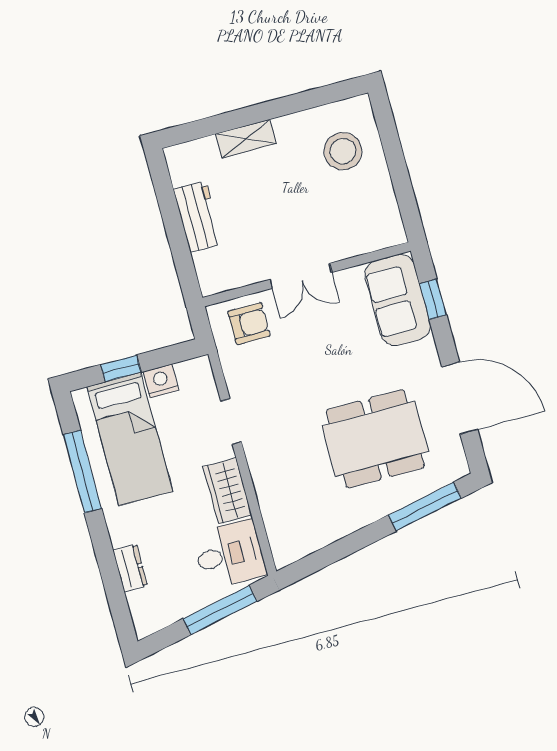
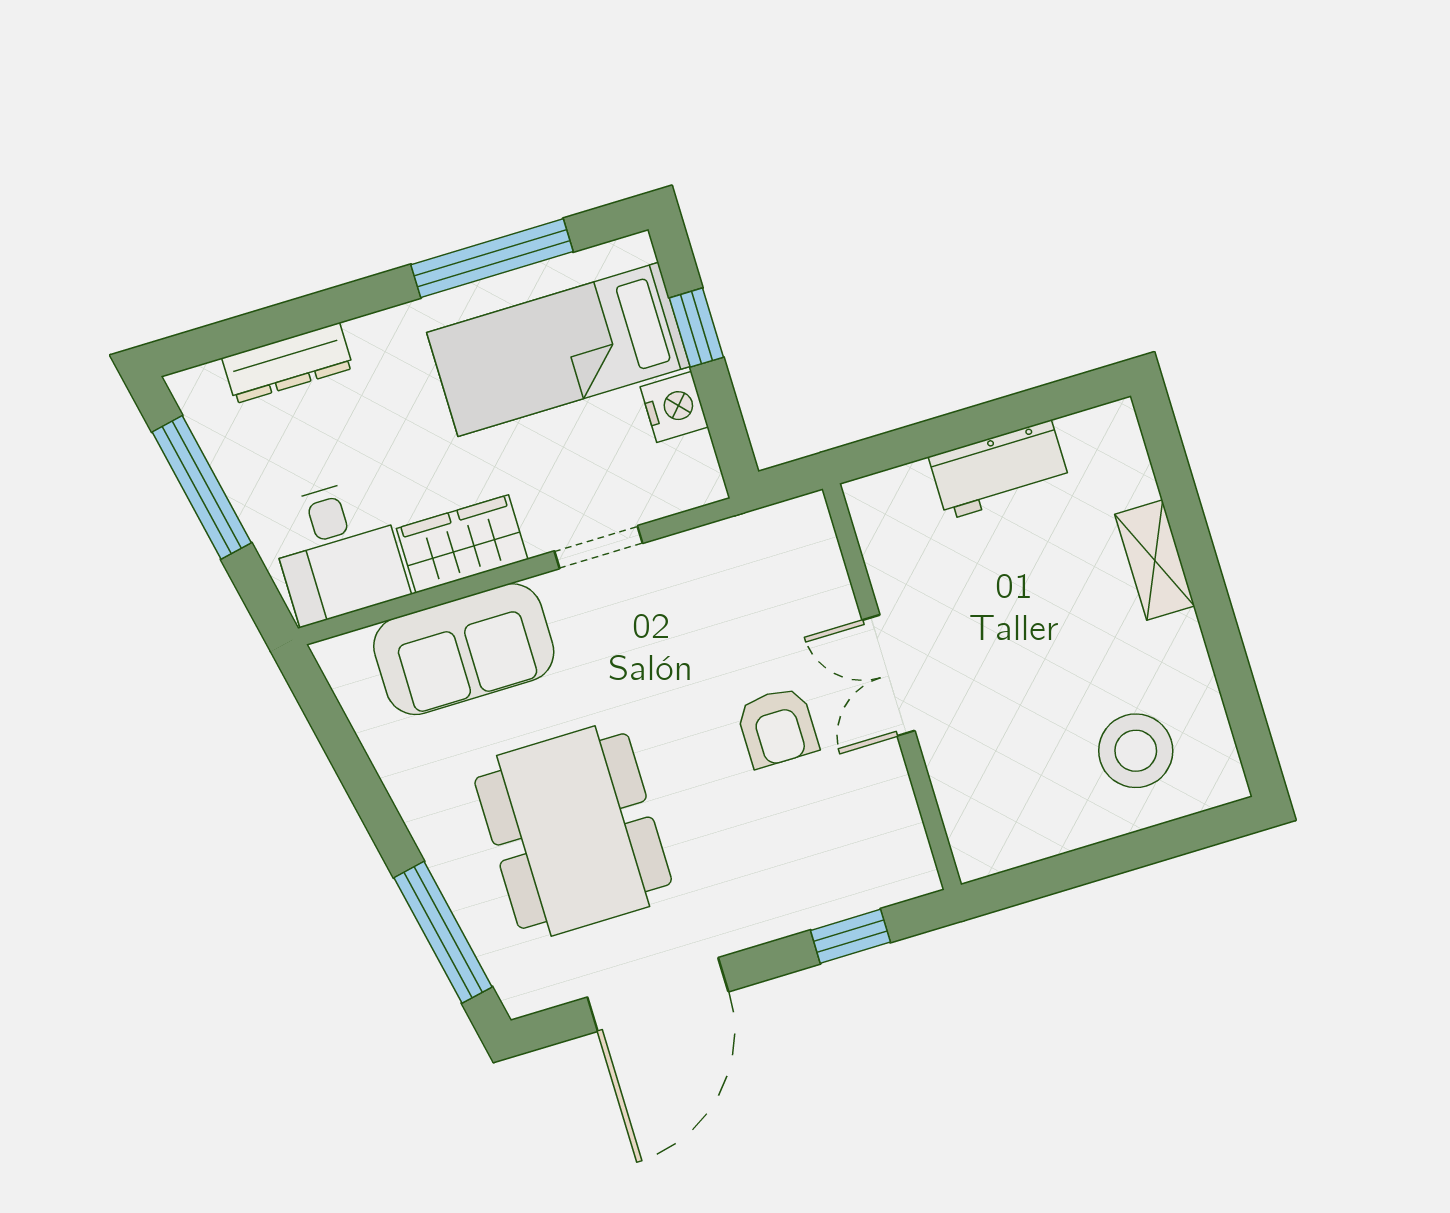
sofa: (398, 300) -> (464, 649), moved, turned 180
armchair: (249, 324) -> (777, 727), moved
dresser: (130, 568) -> (288, 363), width x1.44
window: (220, 610) -> (202, 487), moved

